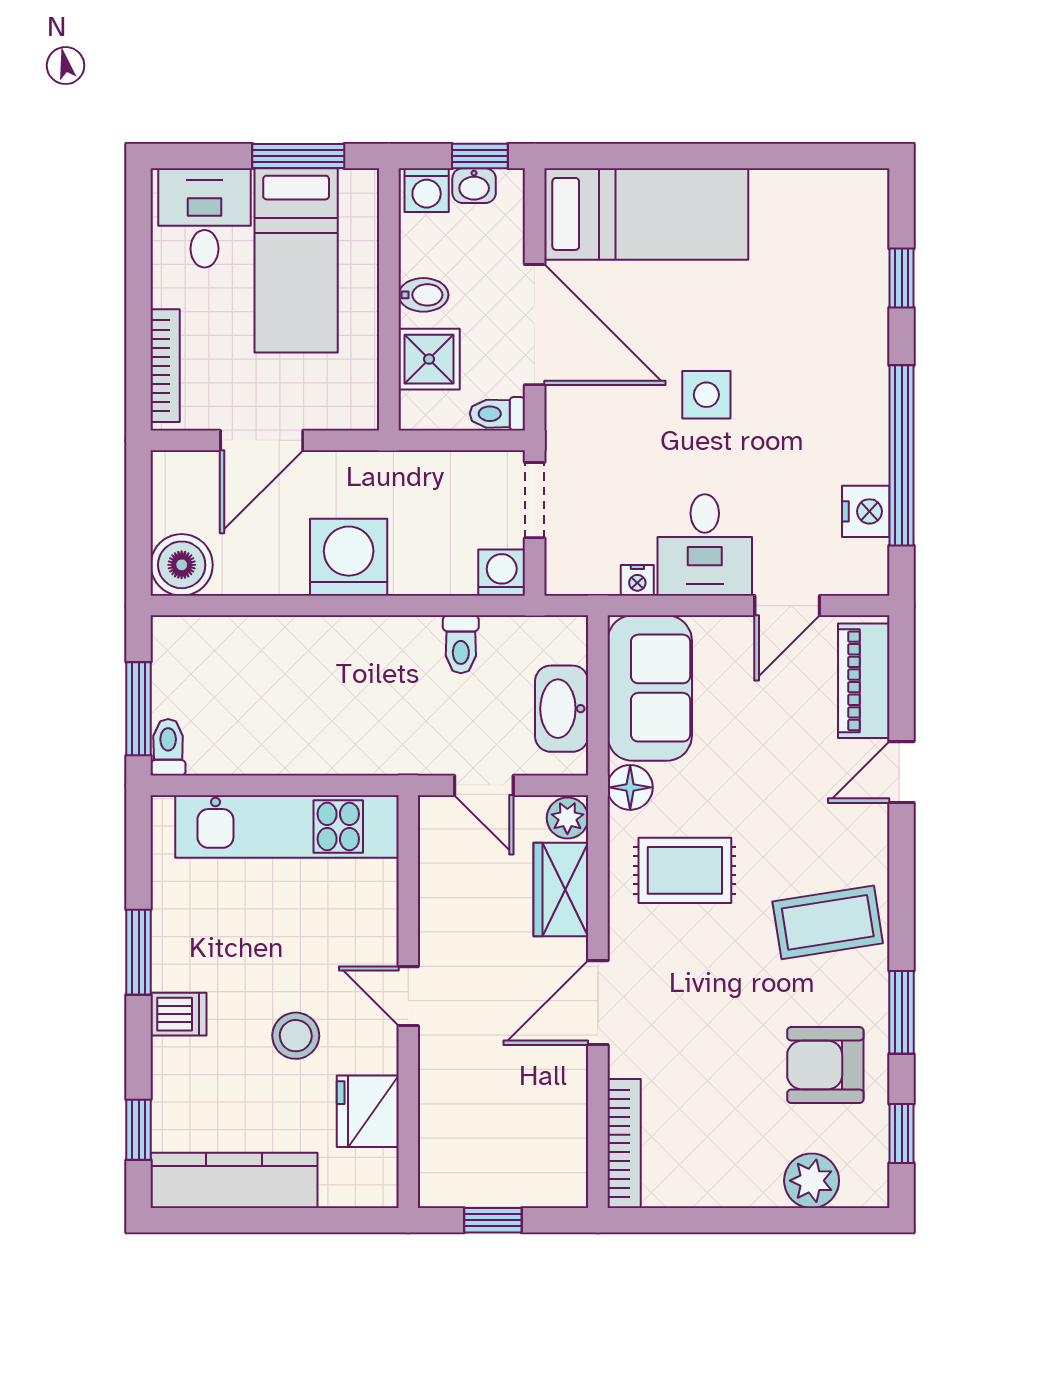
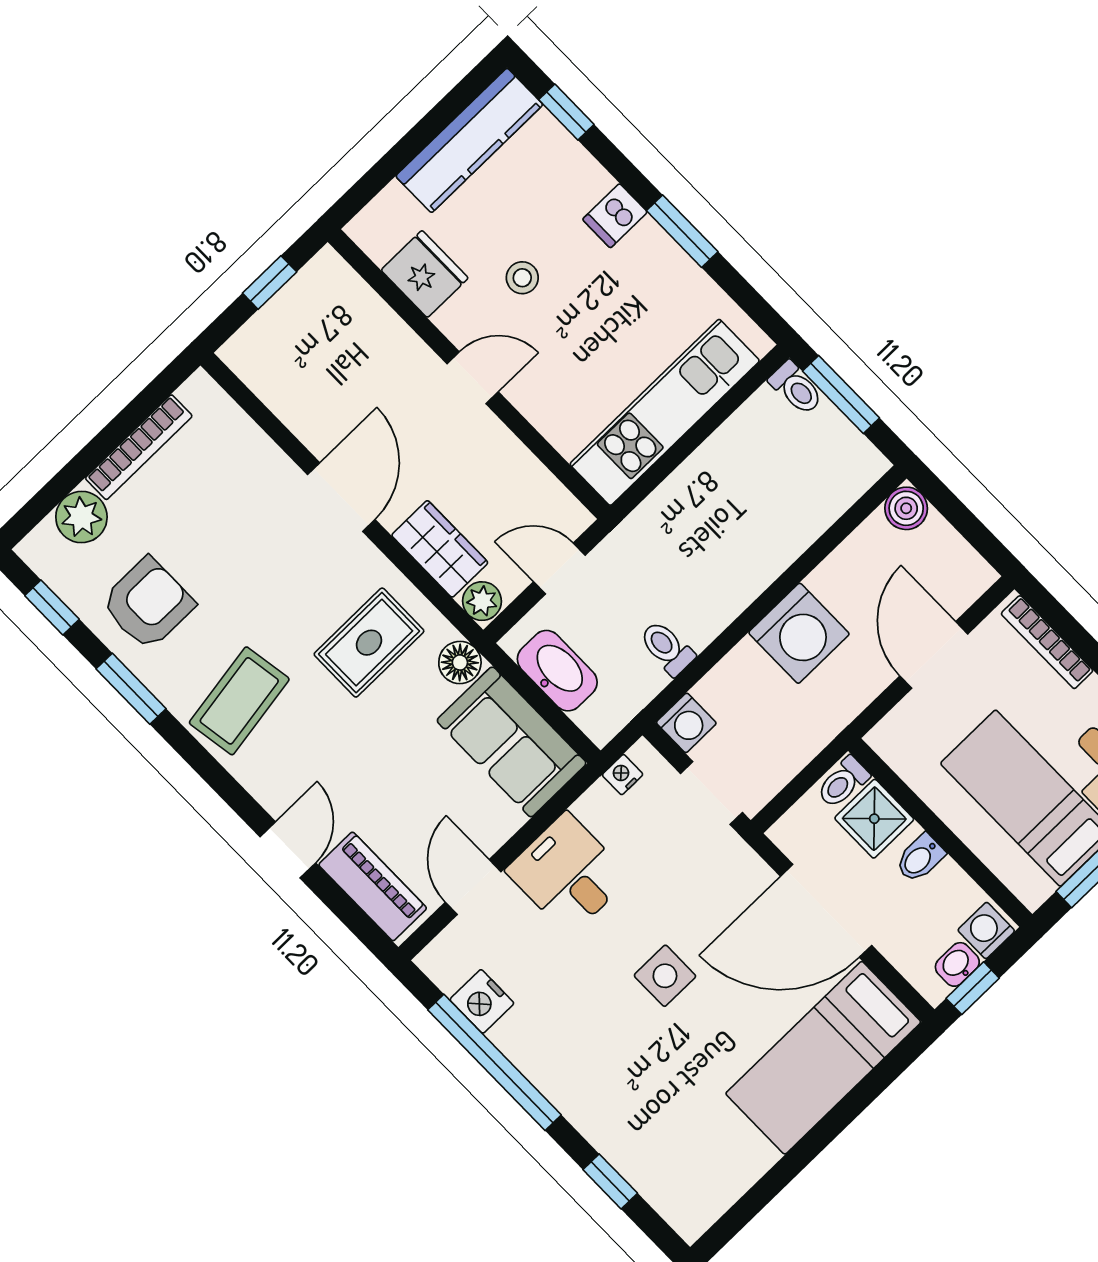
toilet: (497, 414) -> (843, 782), moved, turned 180
boiler: (182, 565) -> (906, 508), width x0.73, depth x0.73
nightstand: (637, 580) -> (623, 775), moved
stool: (296, 1036) -> (522, 278), width x0.73, depth x0.73
bookcase: (624, 1143) -> (139, 447), moved, turned -90

